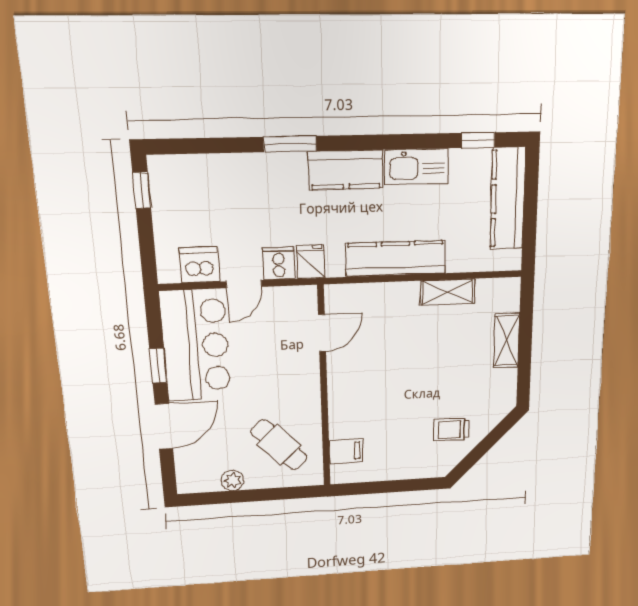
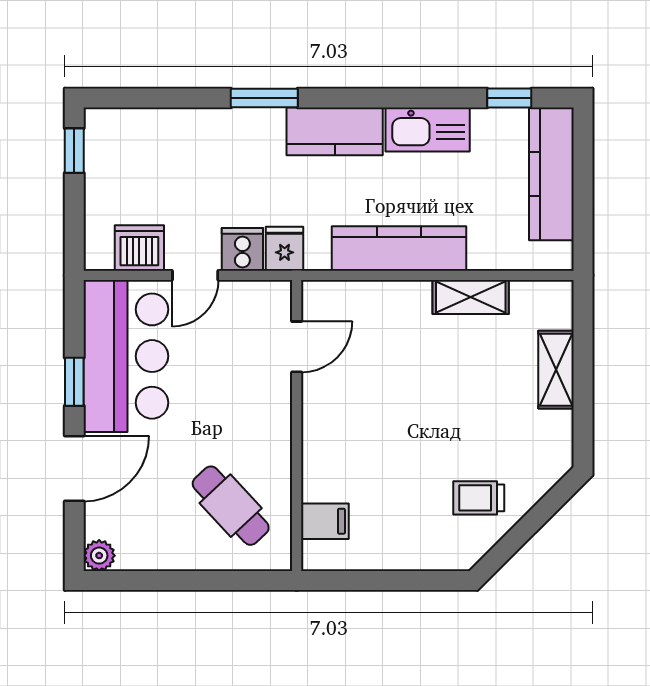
plant: (233, 481) -> (99, 556), moved

